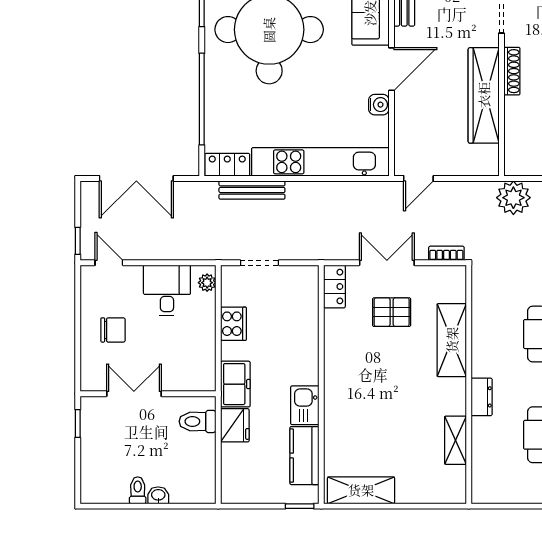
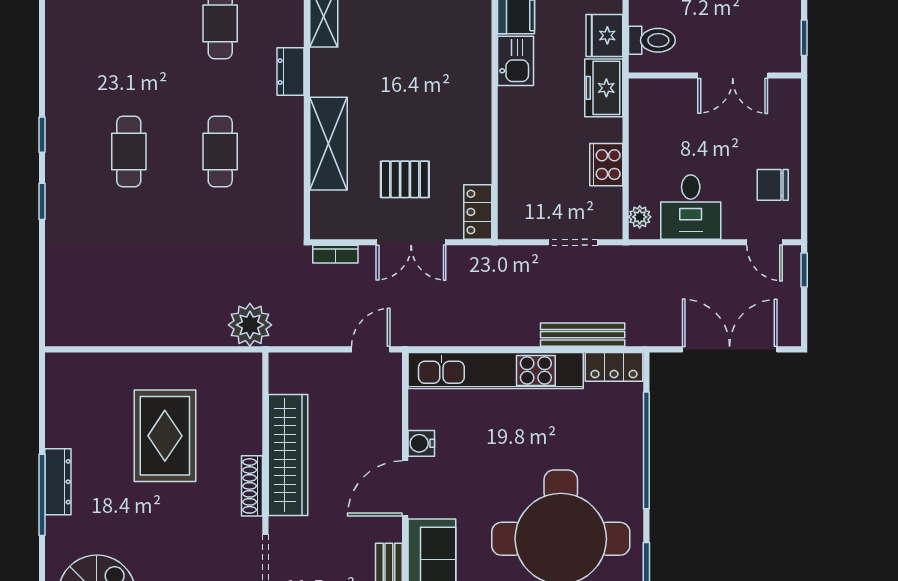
chair: (113, 330) -> (773, 185), moved

